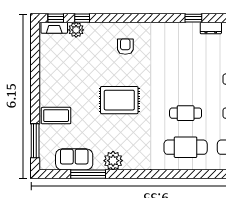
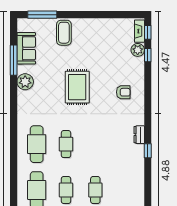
dresser: (211, 28) -> (139, 135), moved

